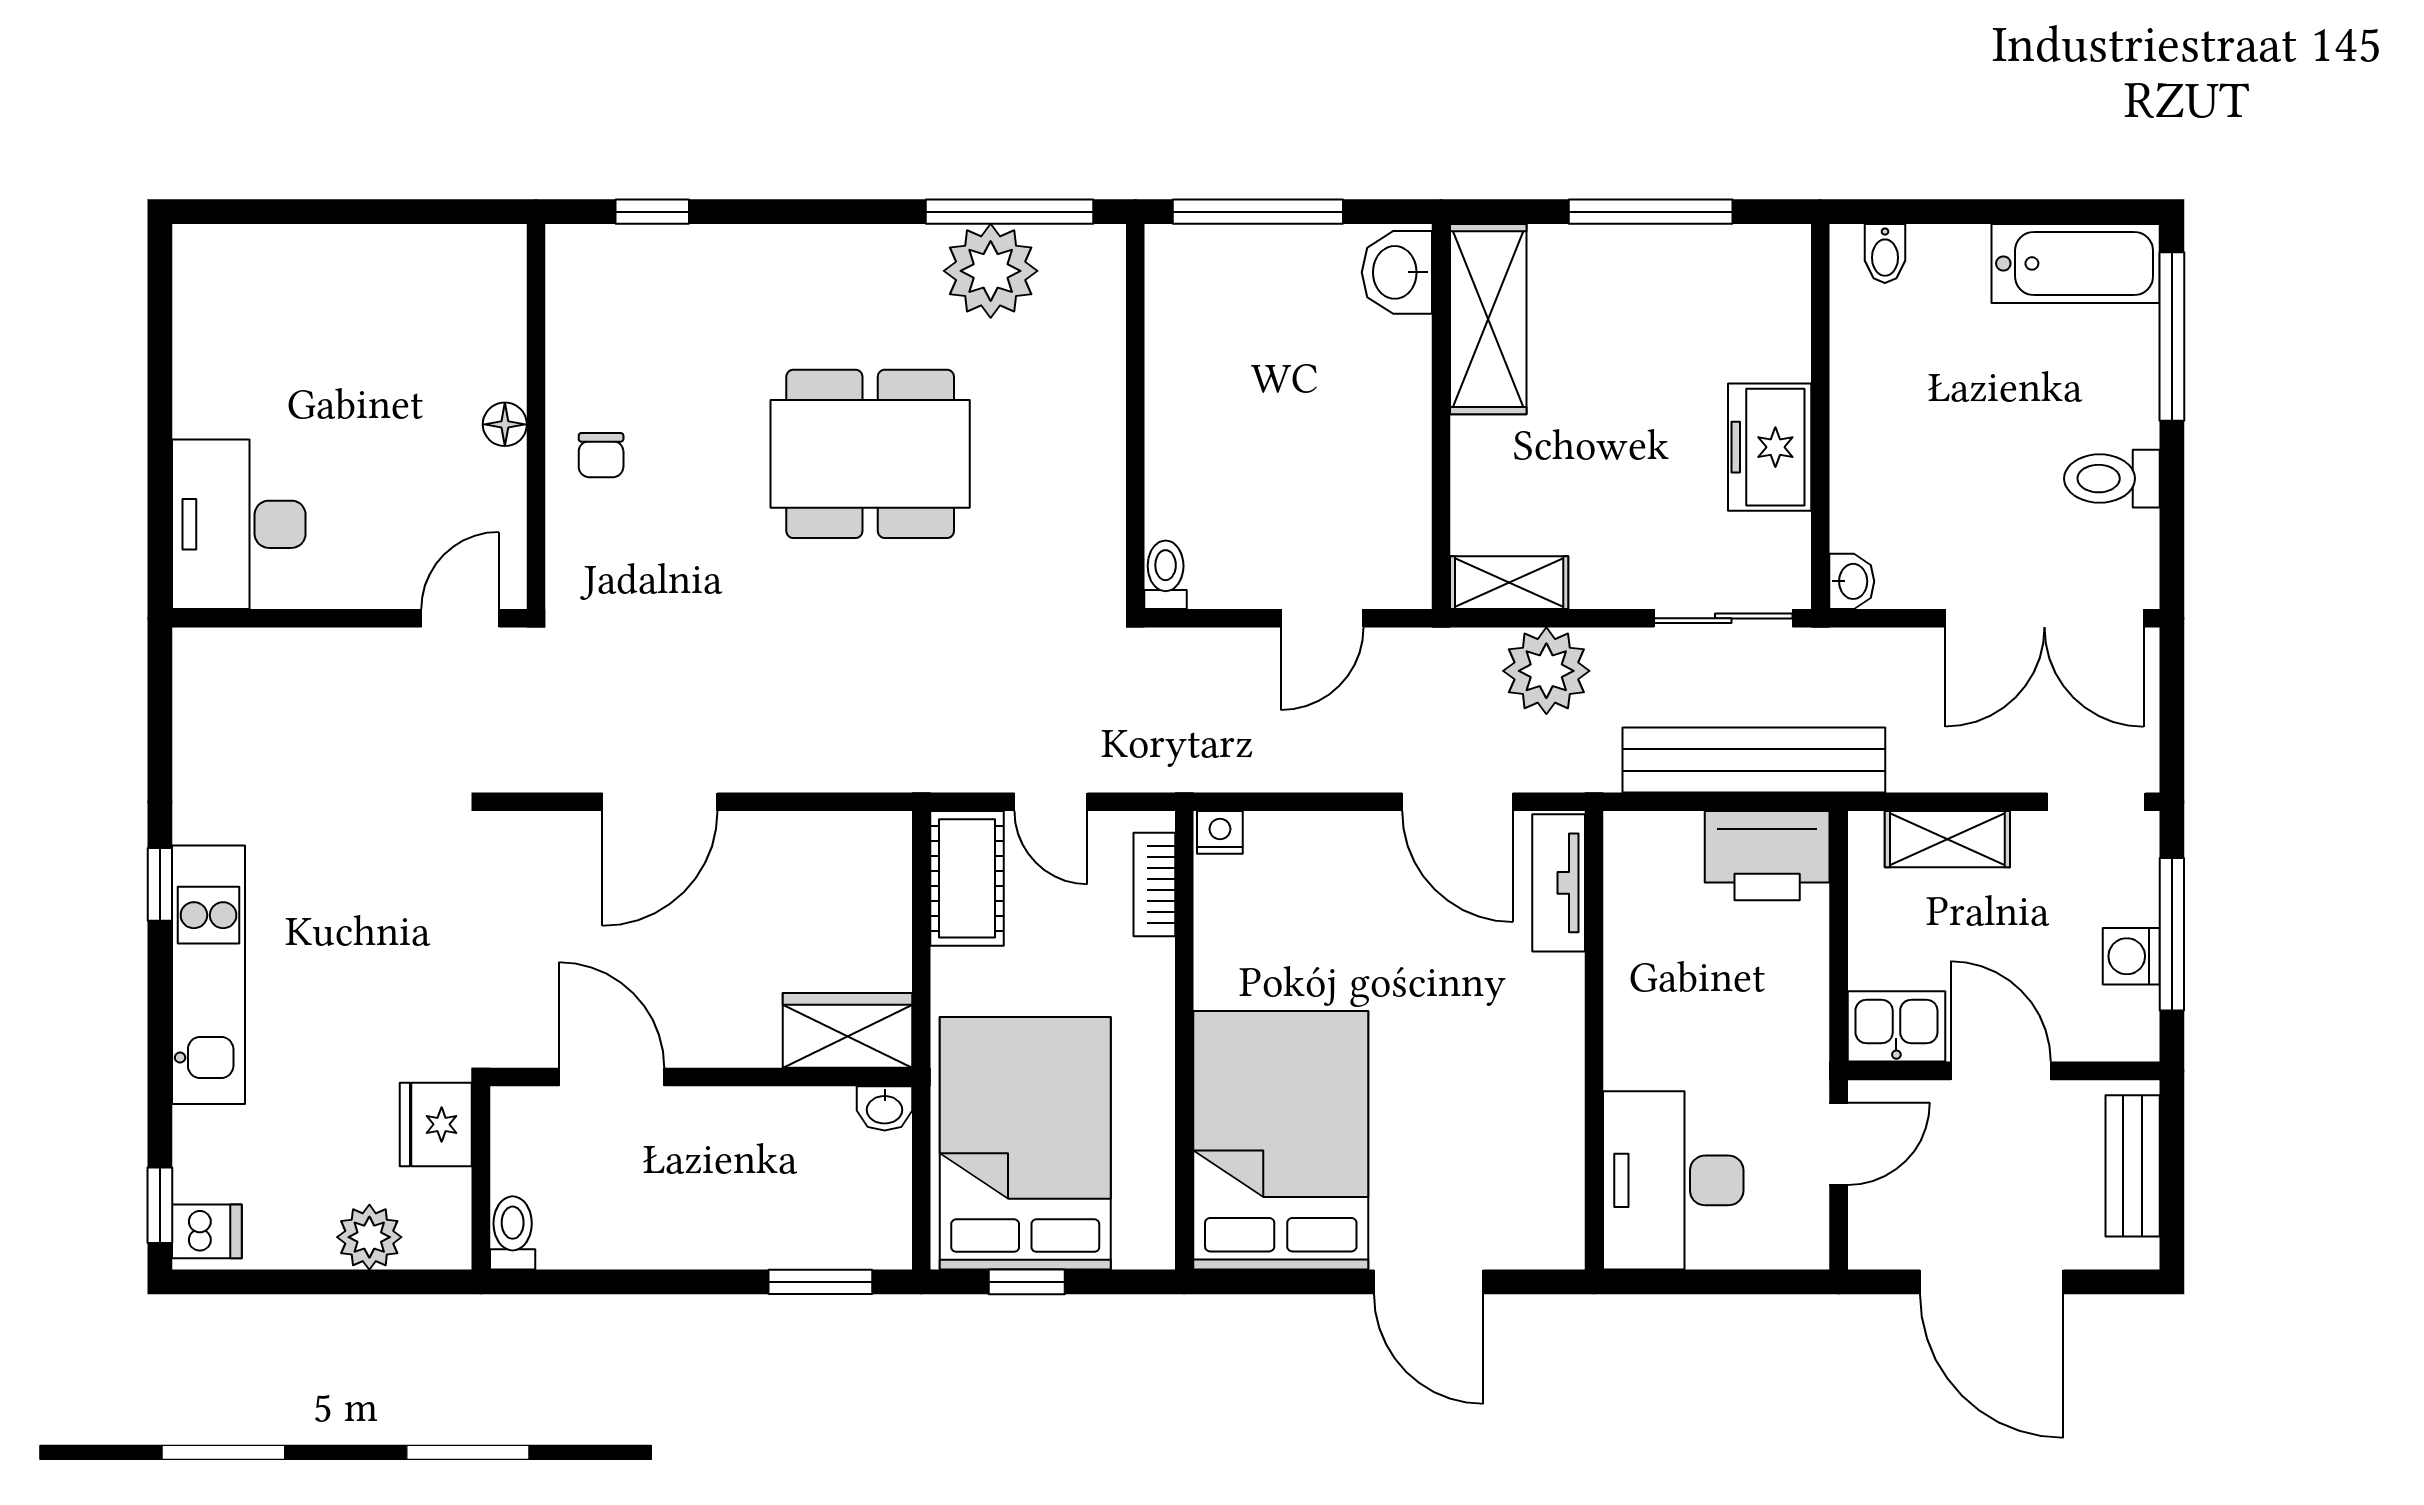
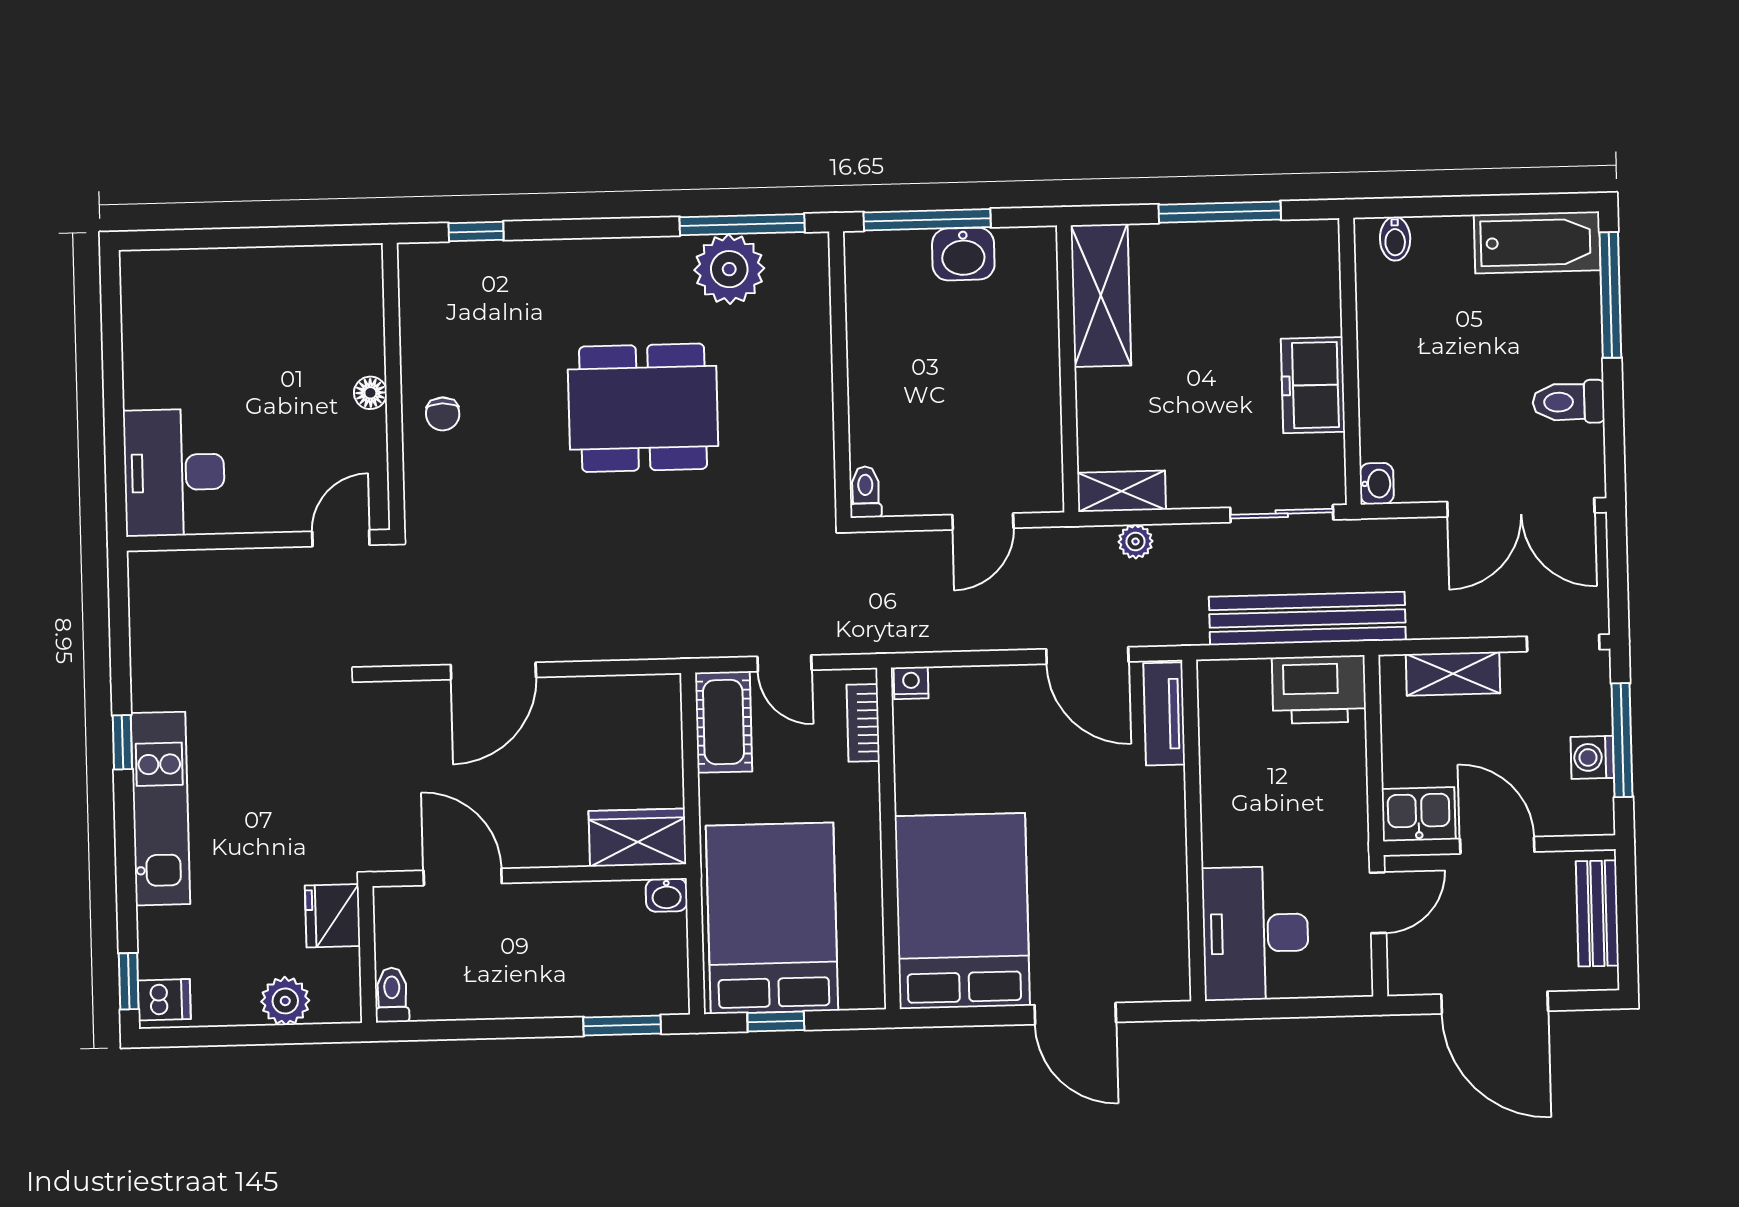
washbasin: (1397, 272) -> (963, 254), moved, turned -90
plant: (1546, 671) -> (1135, 541), width x0.53, depth x0.53

